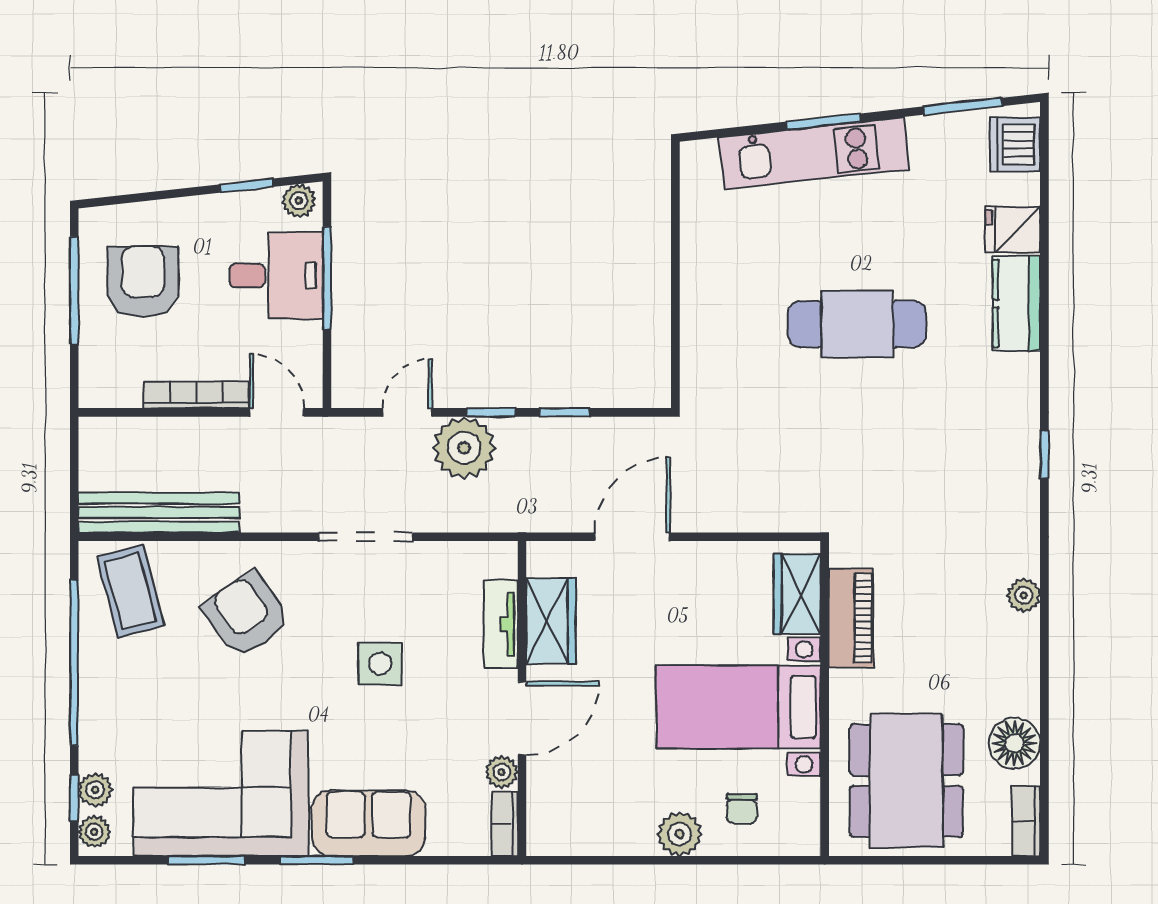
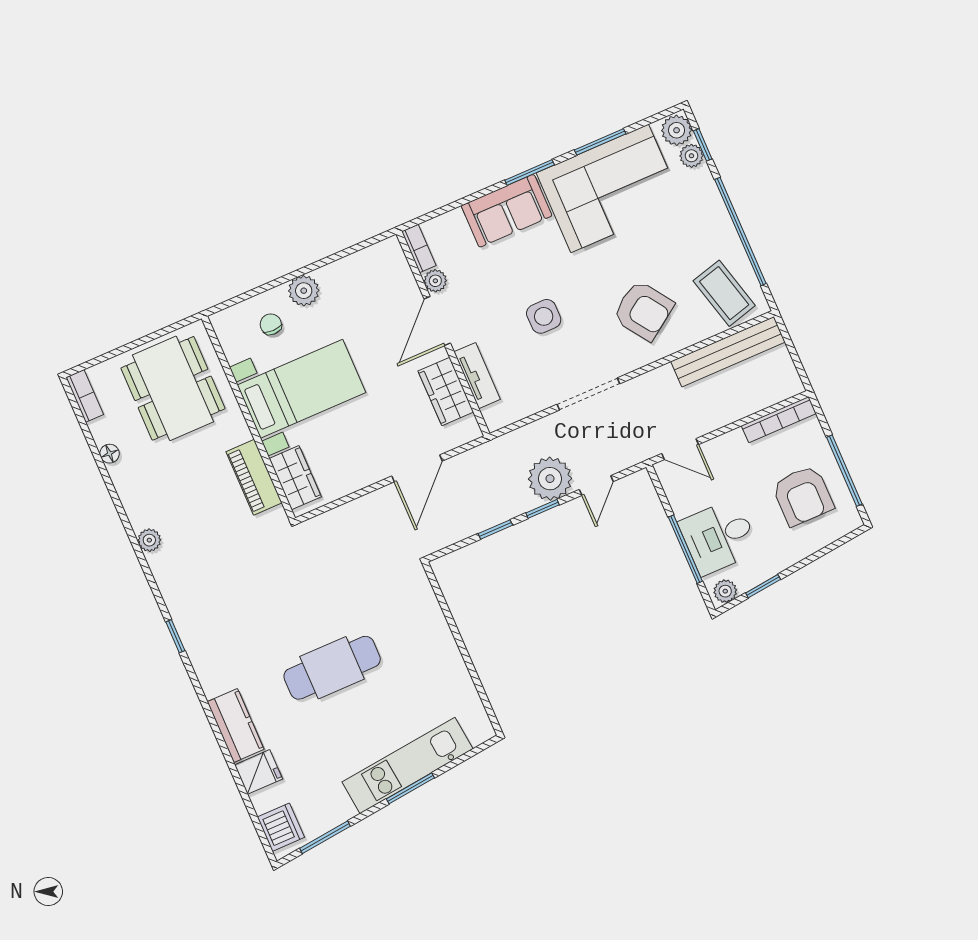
bookcase: (196, 395) -> (779, 420), moved
floor lamp: (1014, 743) -> (110, 454), width x0.53, depth x0.53
plant: (94, 832) -> (677, 130), width x1.38, depth x1.38

